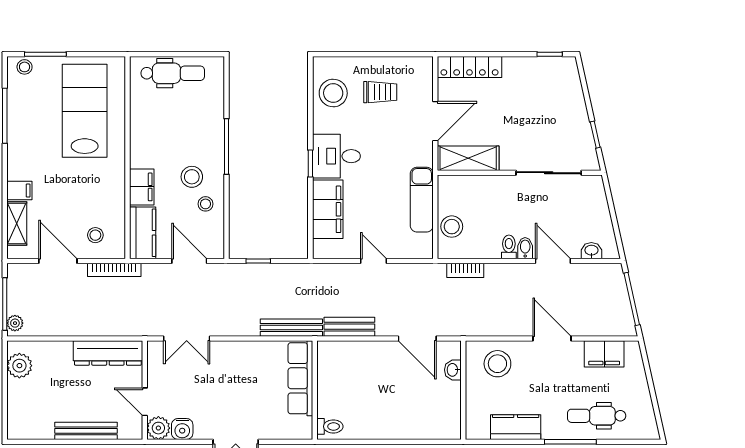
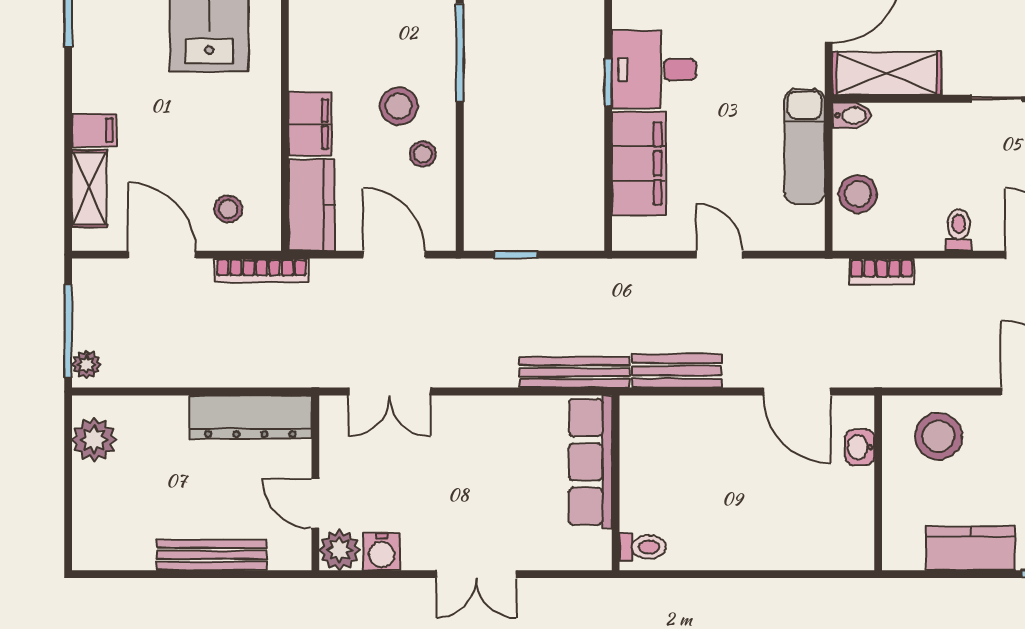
bidet: (525, 248) -> (851, 115), moved, turned 90

